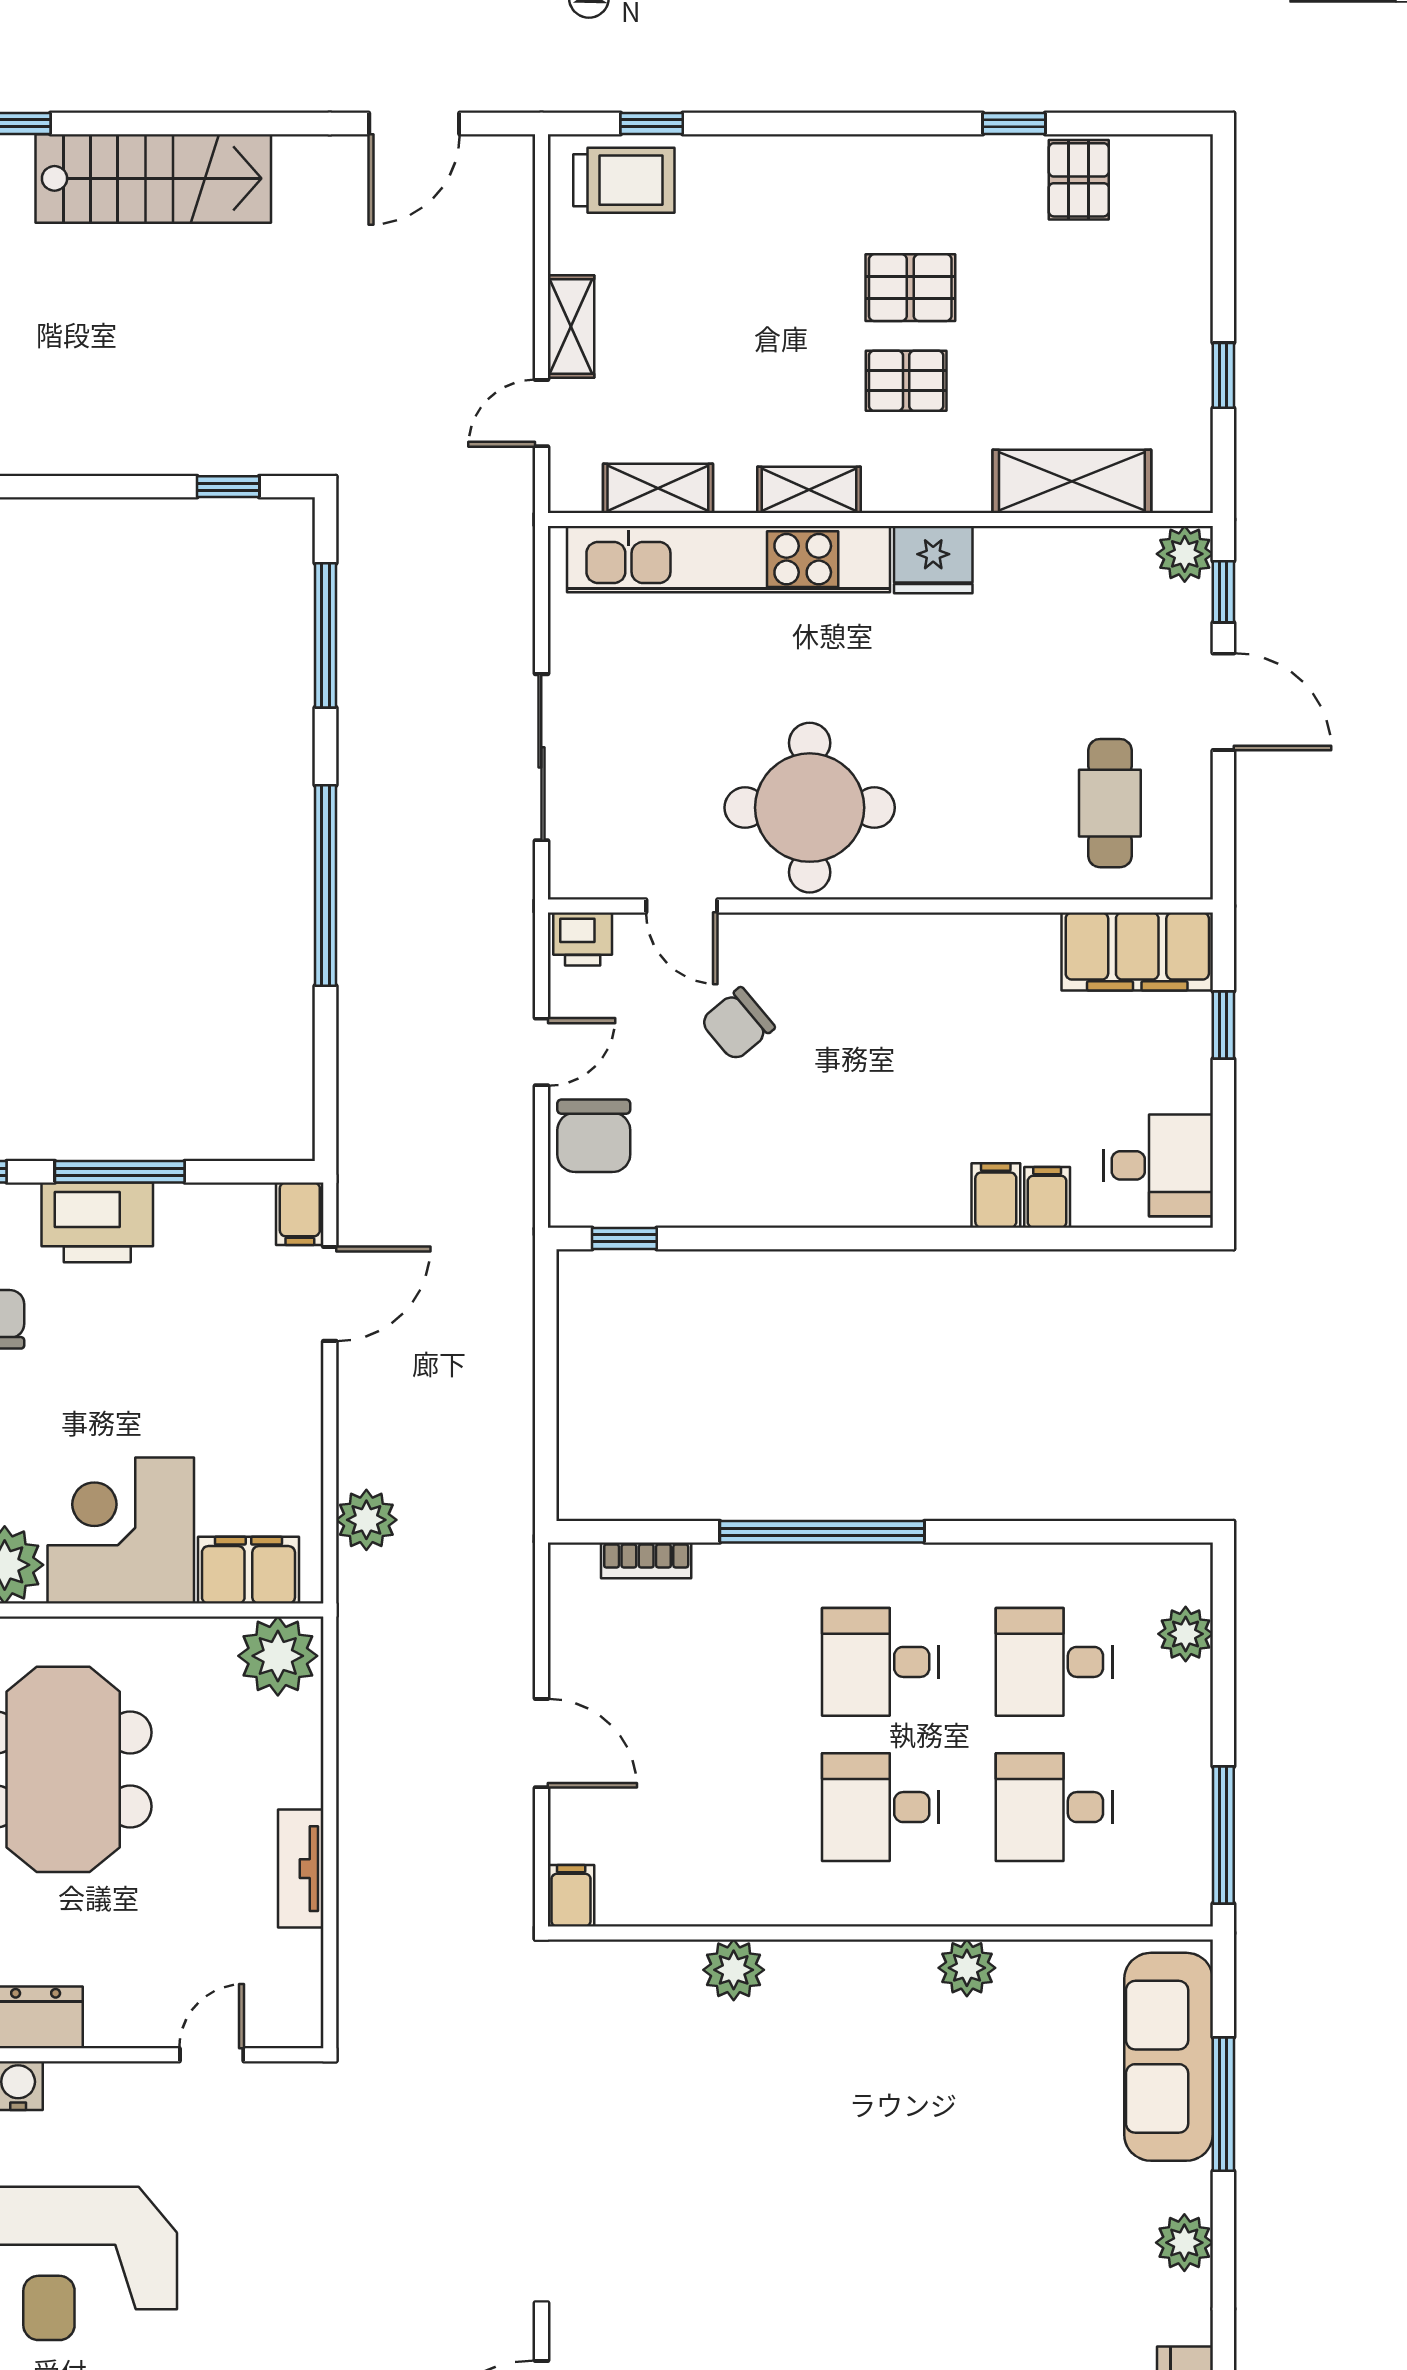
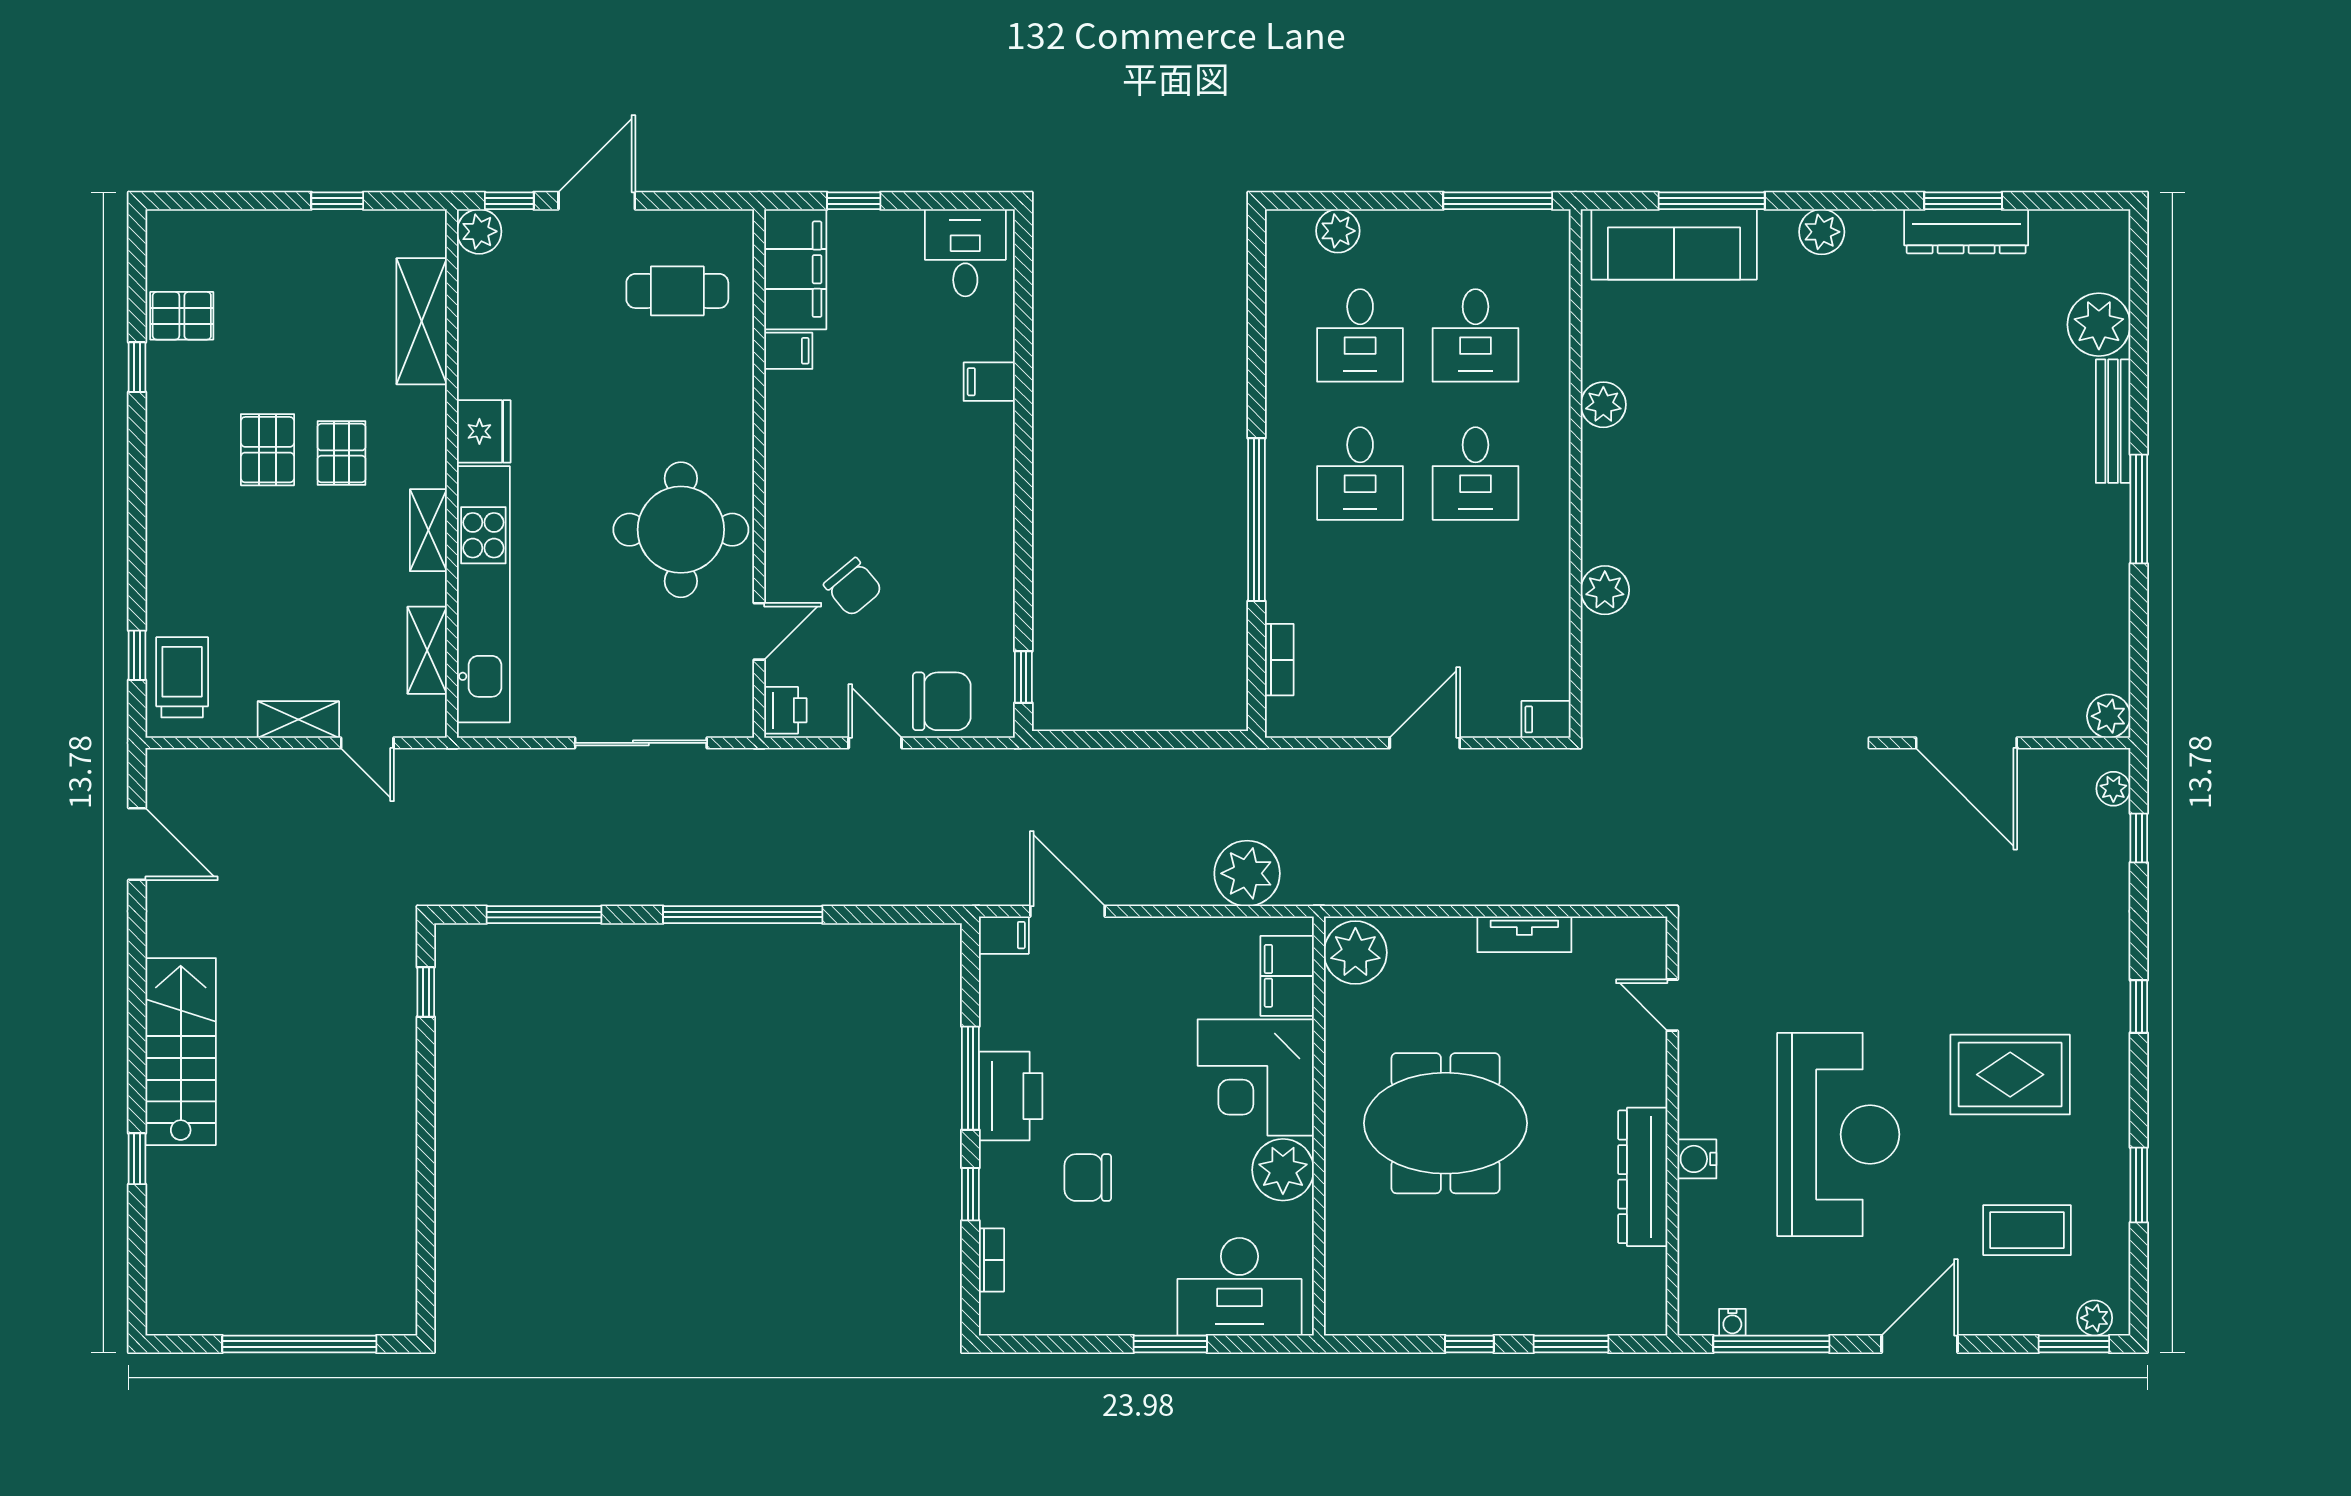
filing cabinet: (1047, 1197) -> (788, 351), moved, turned 180
plant: (366, 1520) -> (1247, 873), width x1.36, depth x1.36

